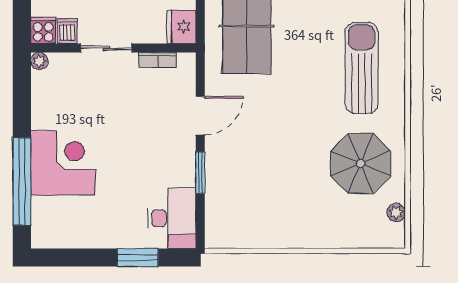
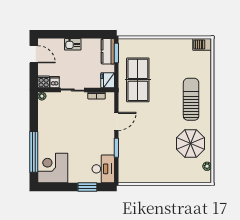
corner desk: (63, 163) -> (53, 168), moved, turned -90

